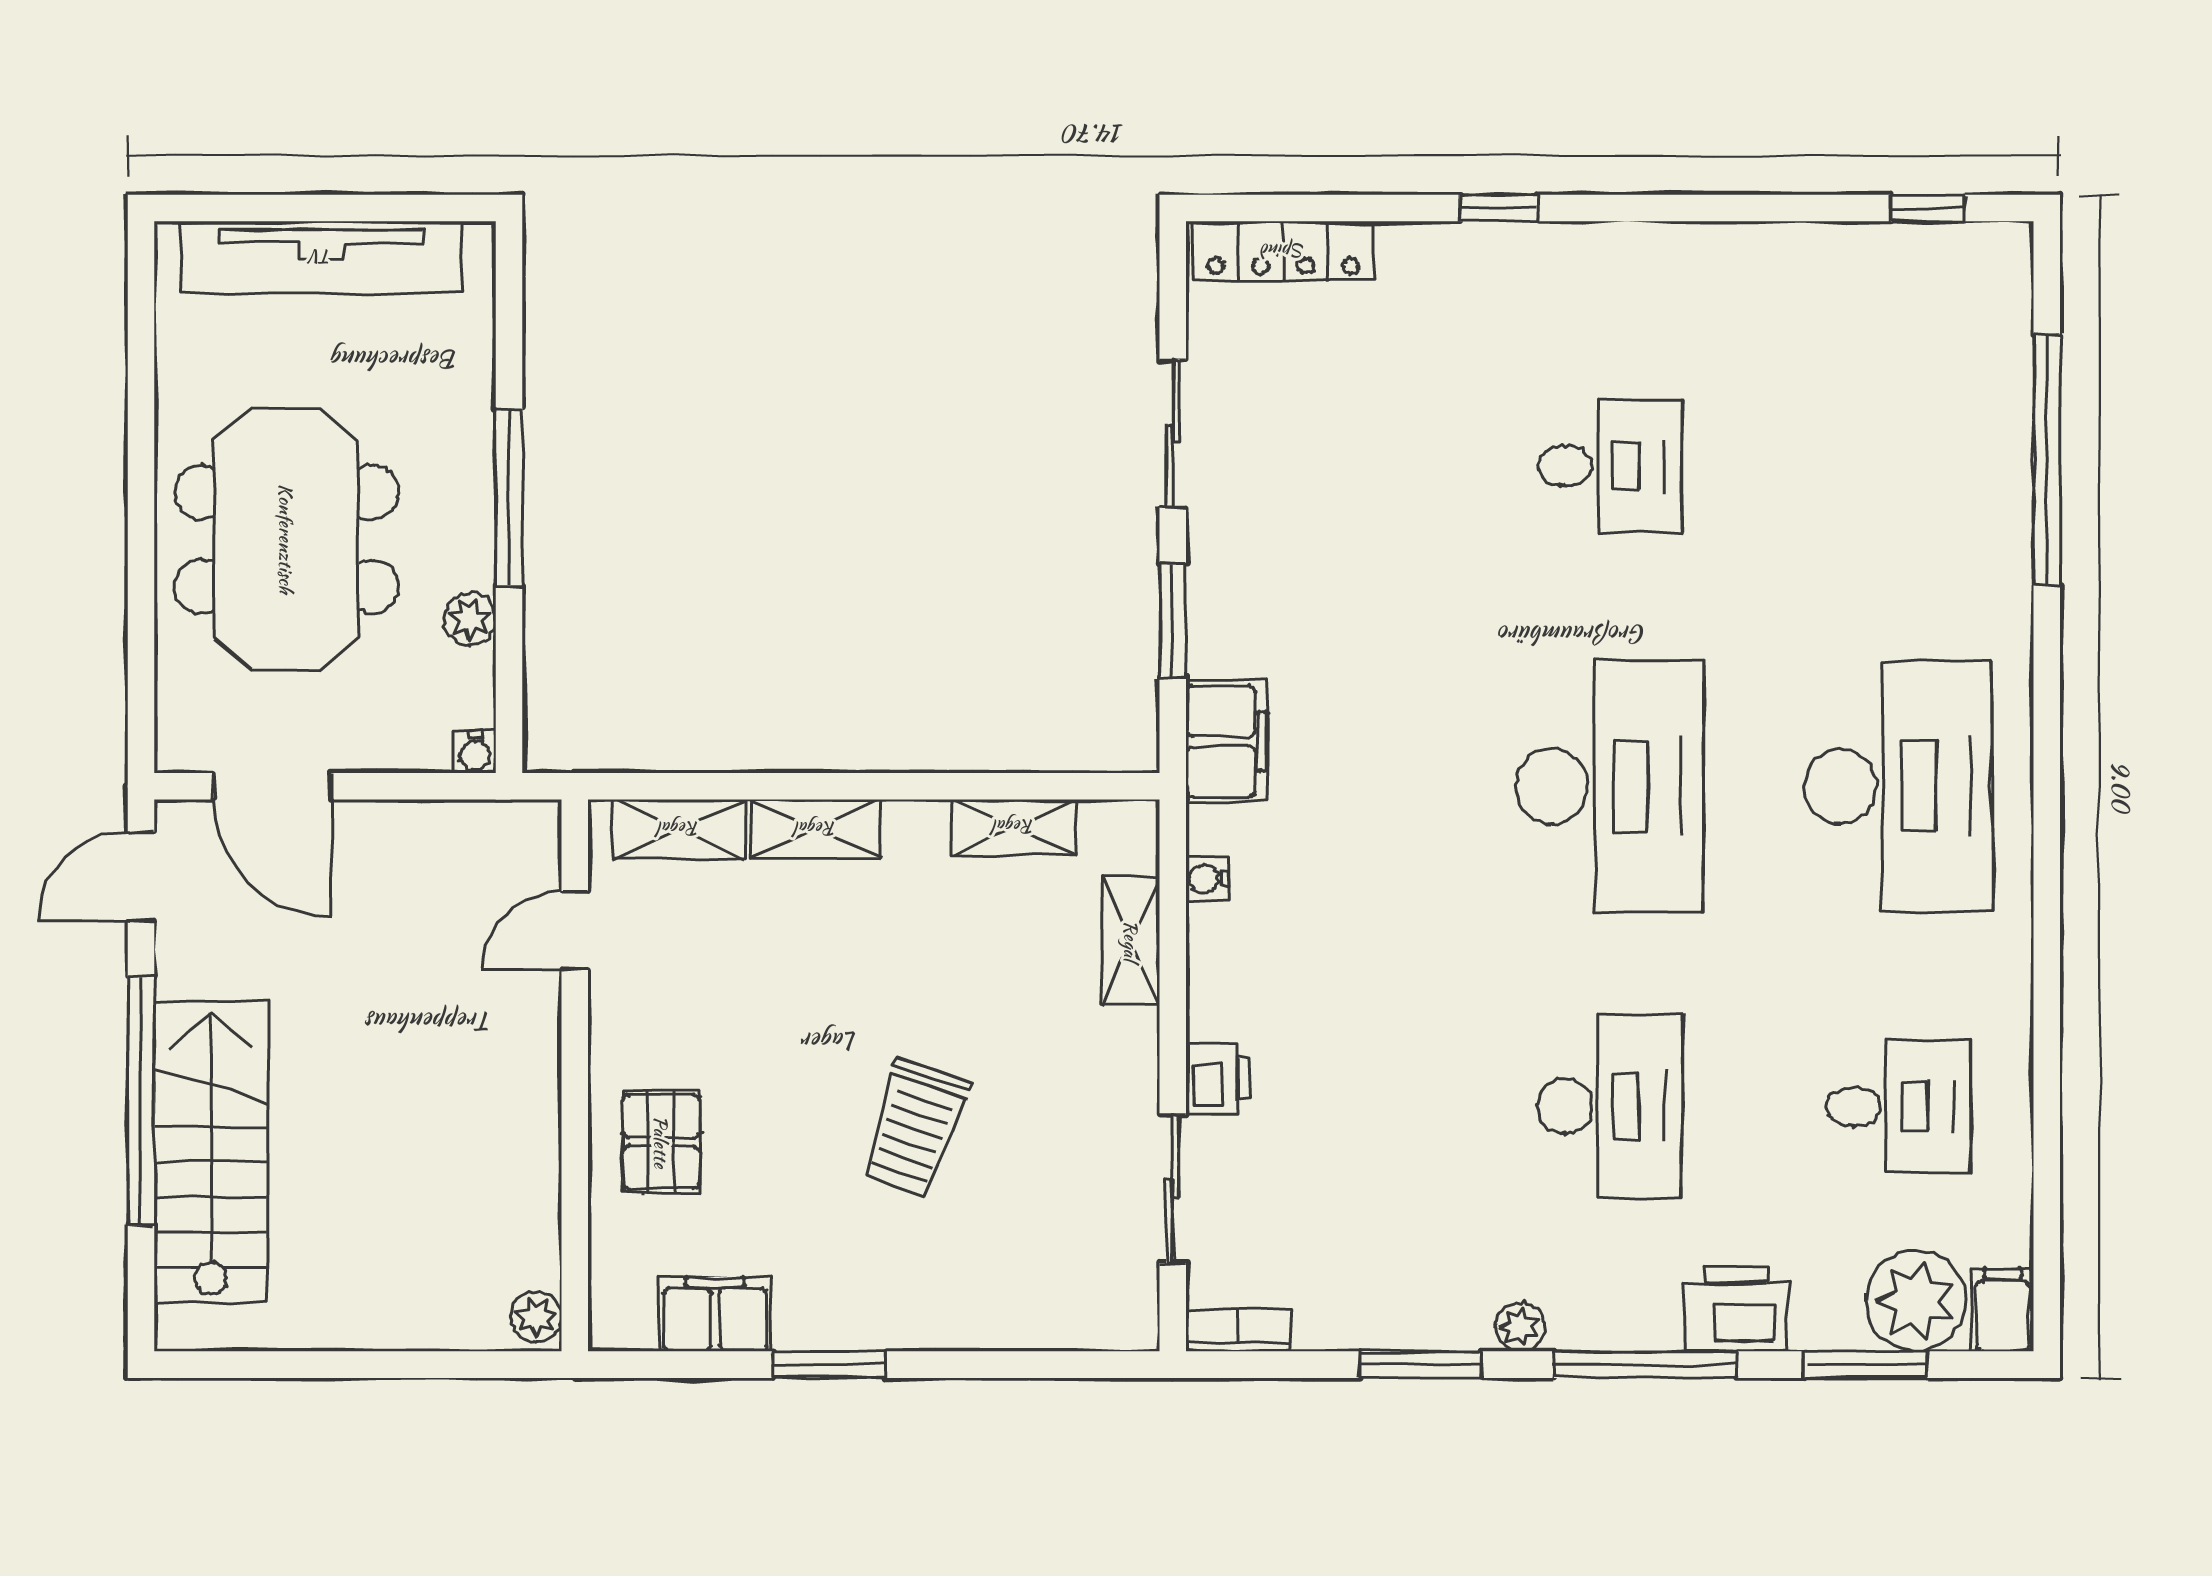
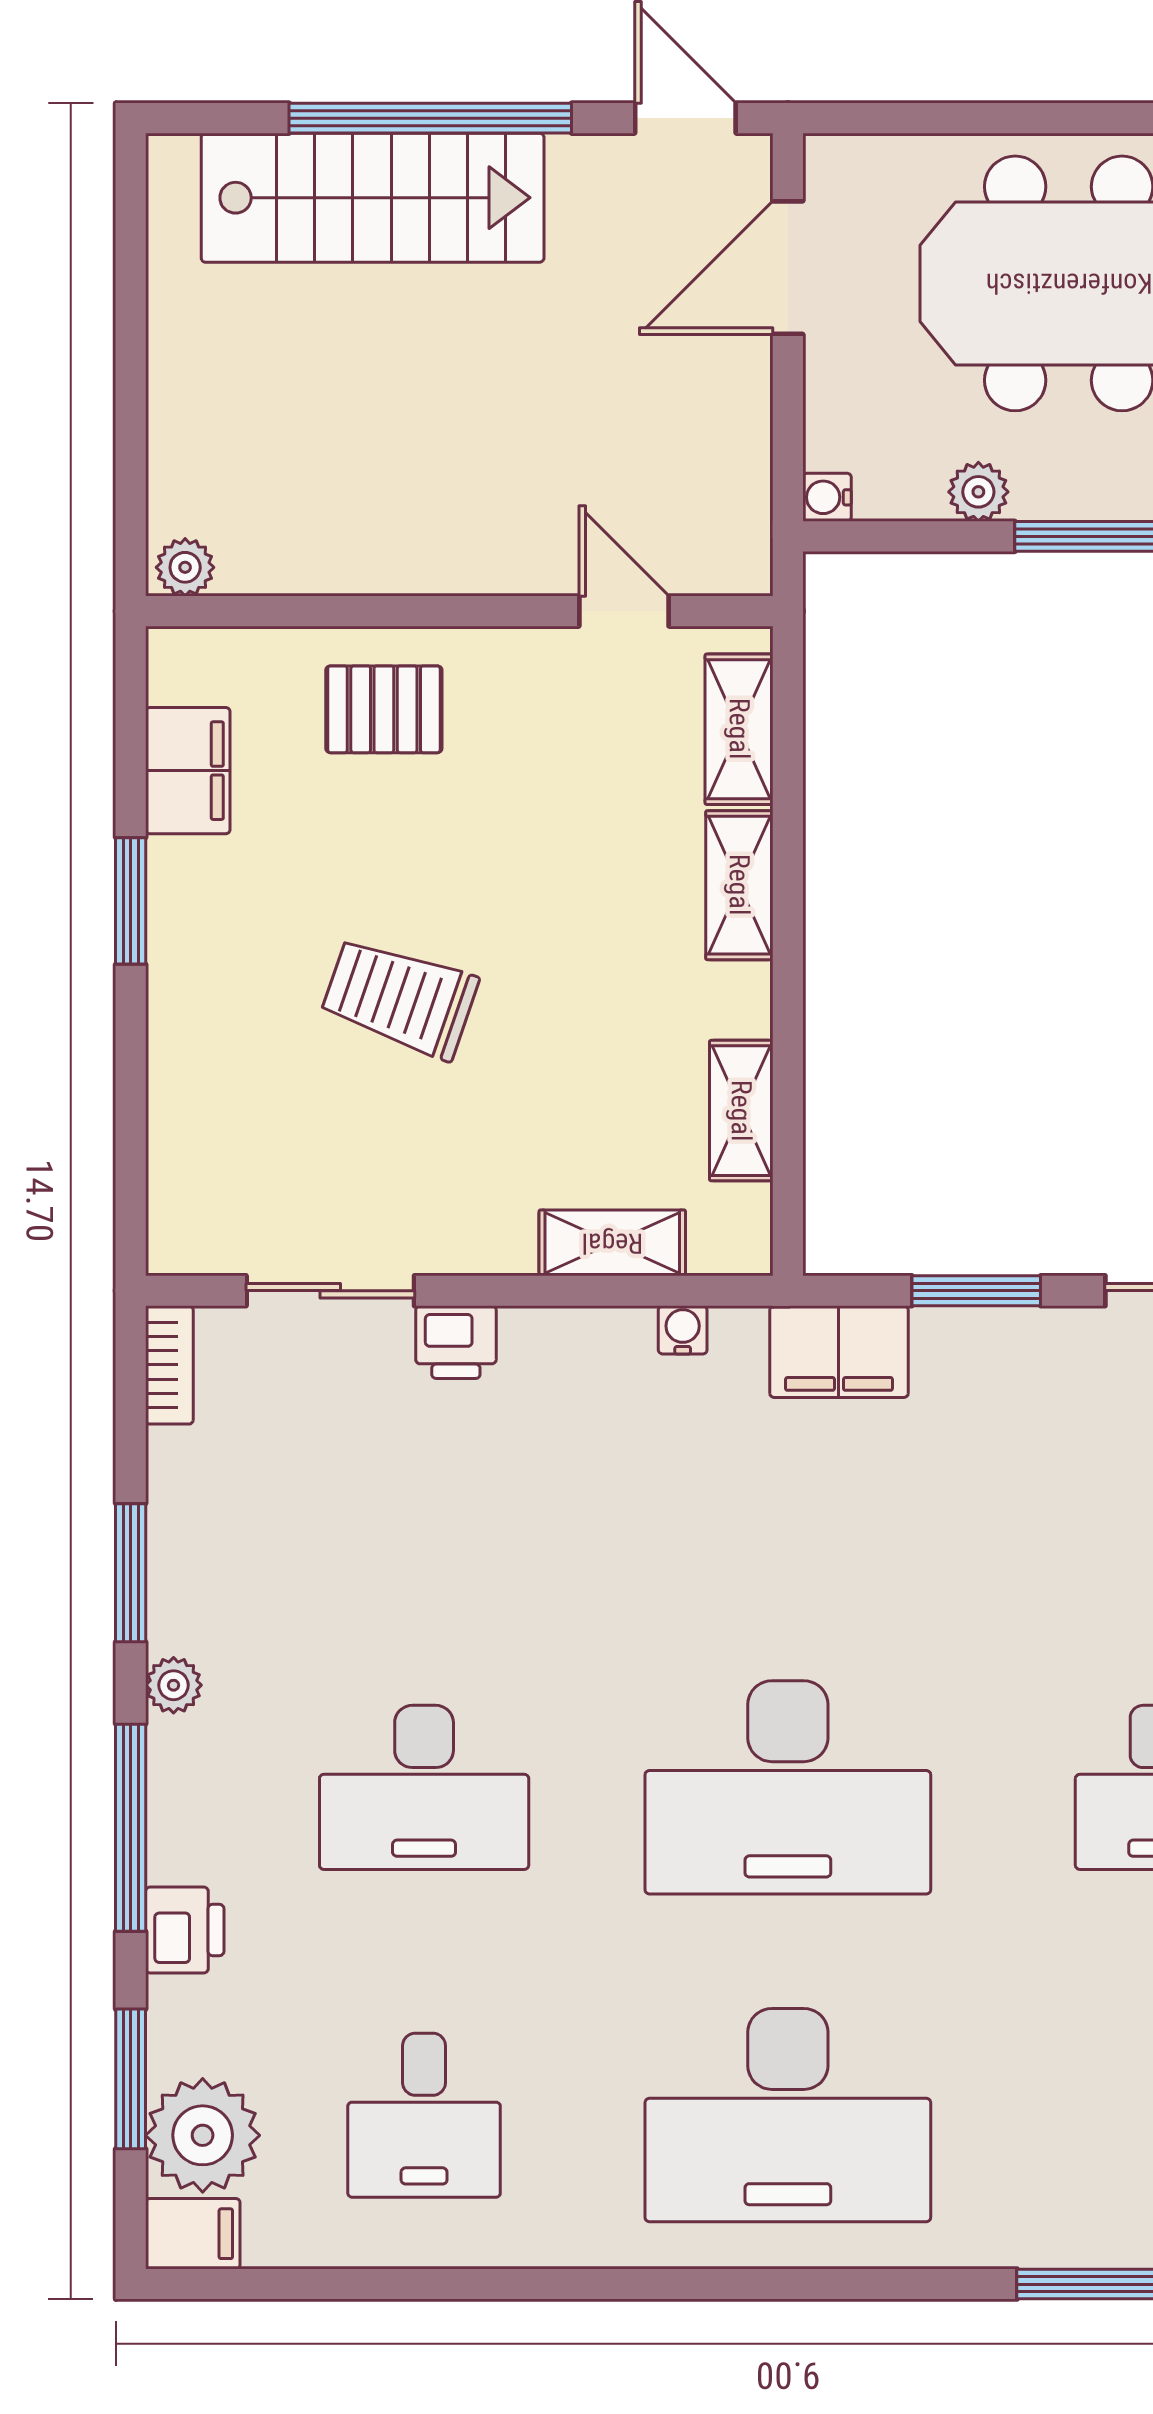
printer: (1735, 1309) -> (185, 1930), width x0.73, depth x0.81

